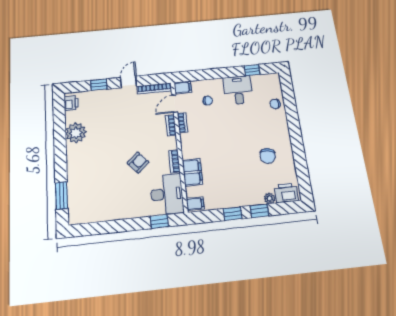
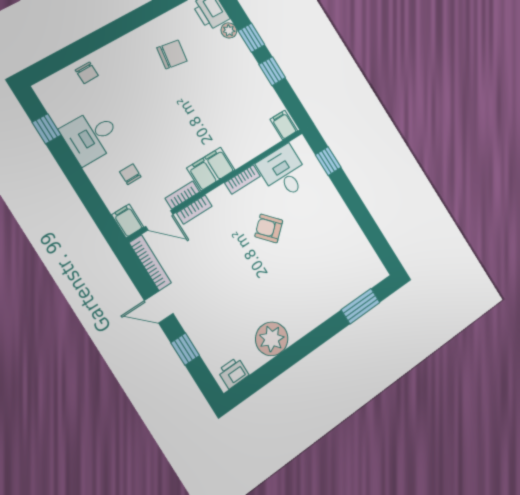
filing cabinet: (192, 172) -> (211, 169), moved
desk: (167, 194) -> (284, 172), width x0.73

